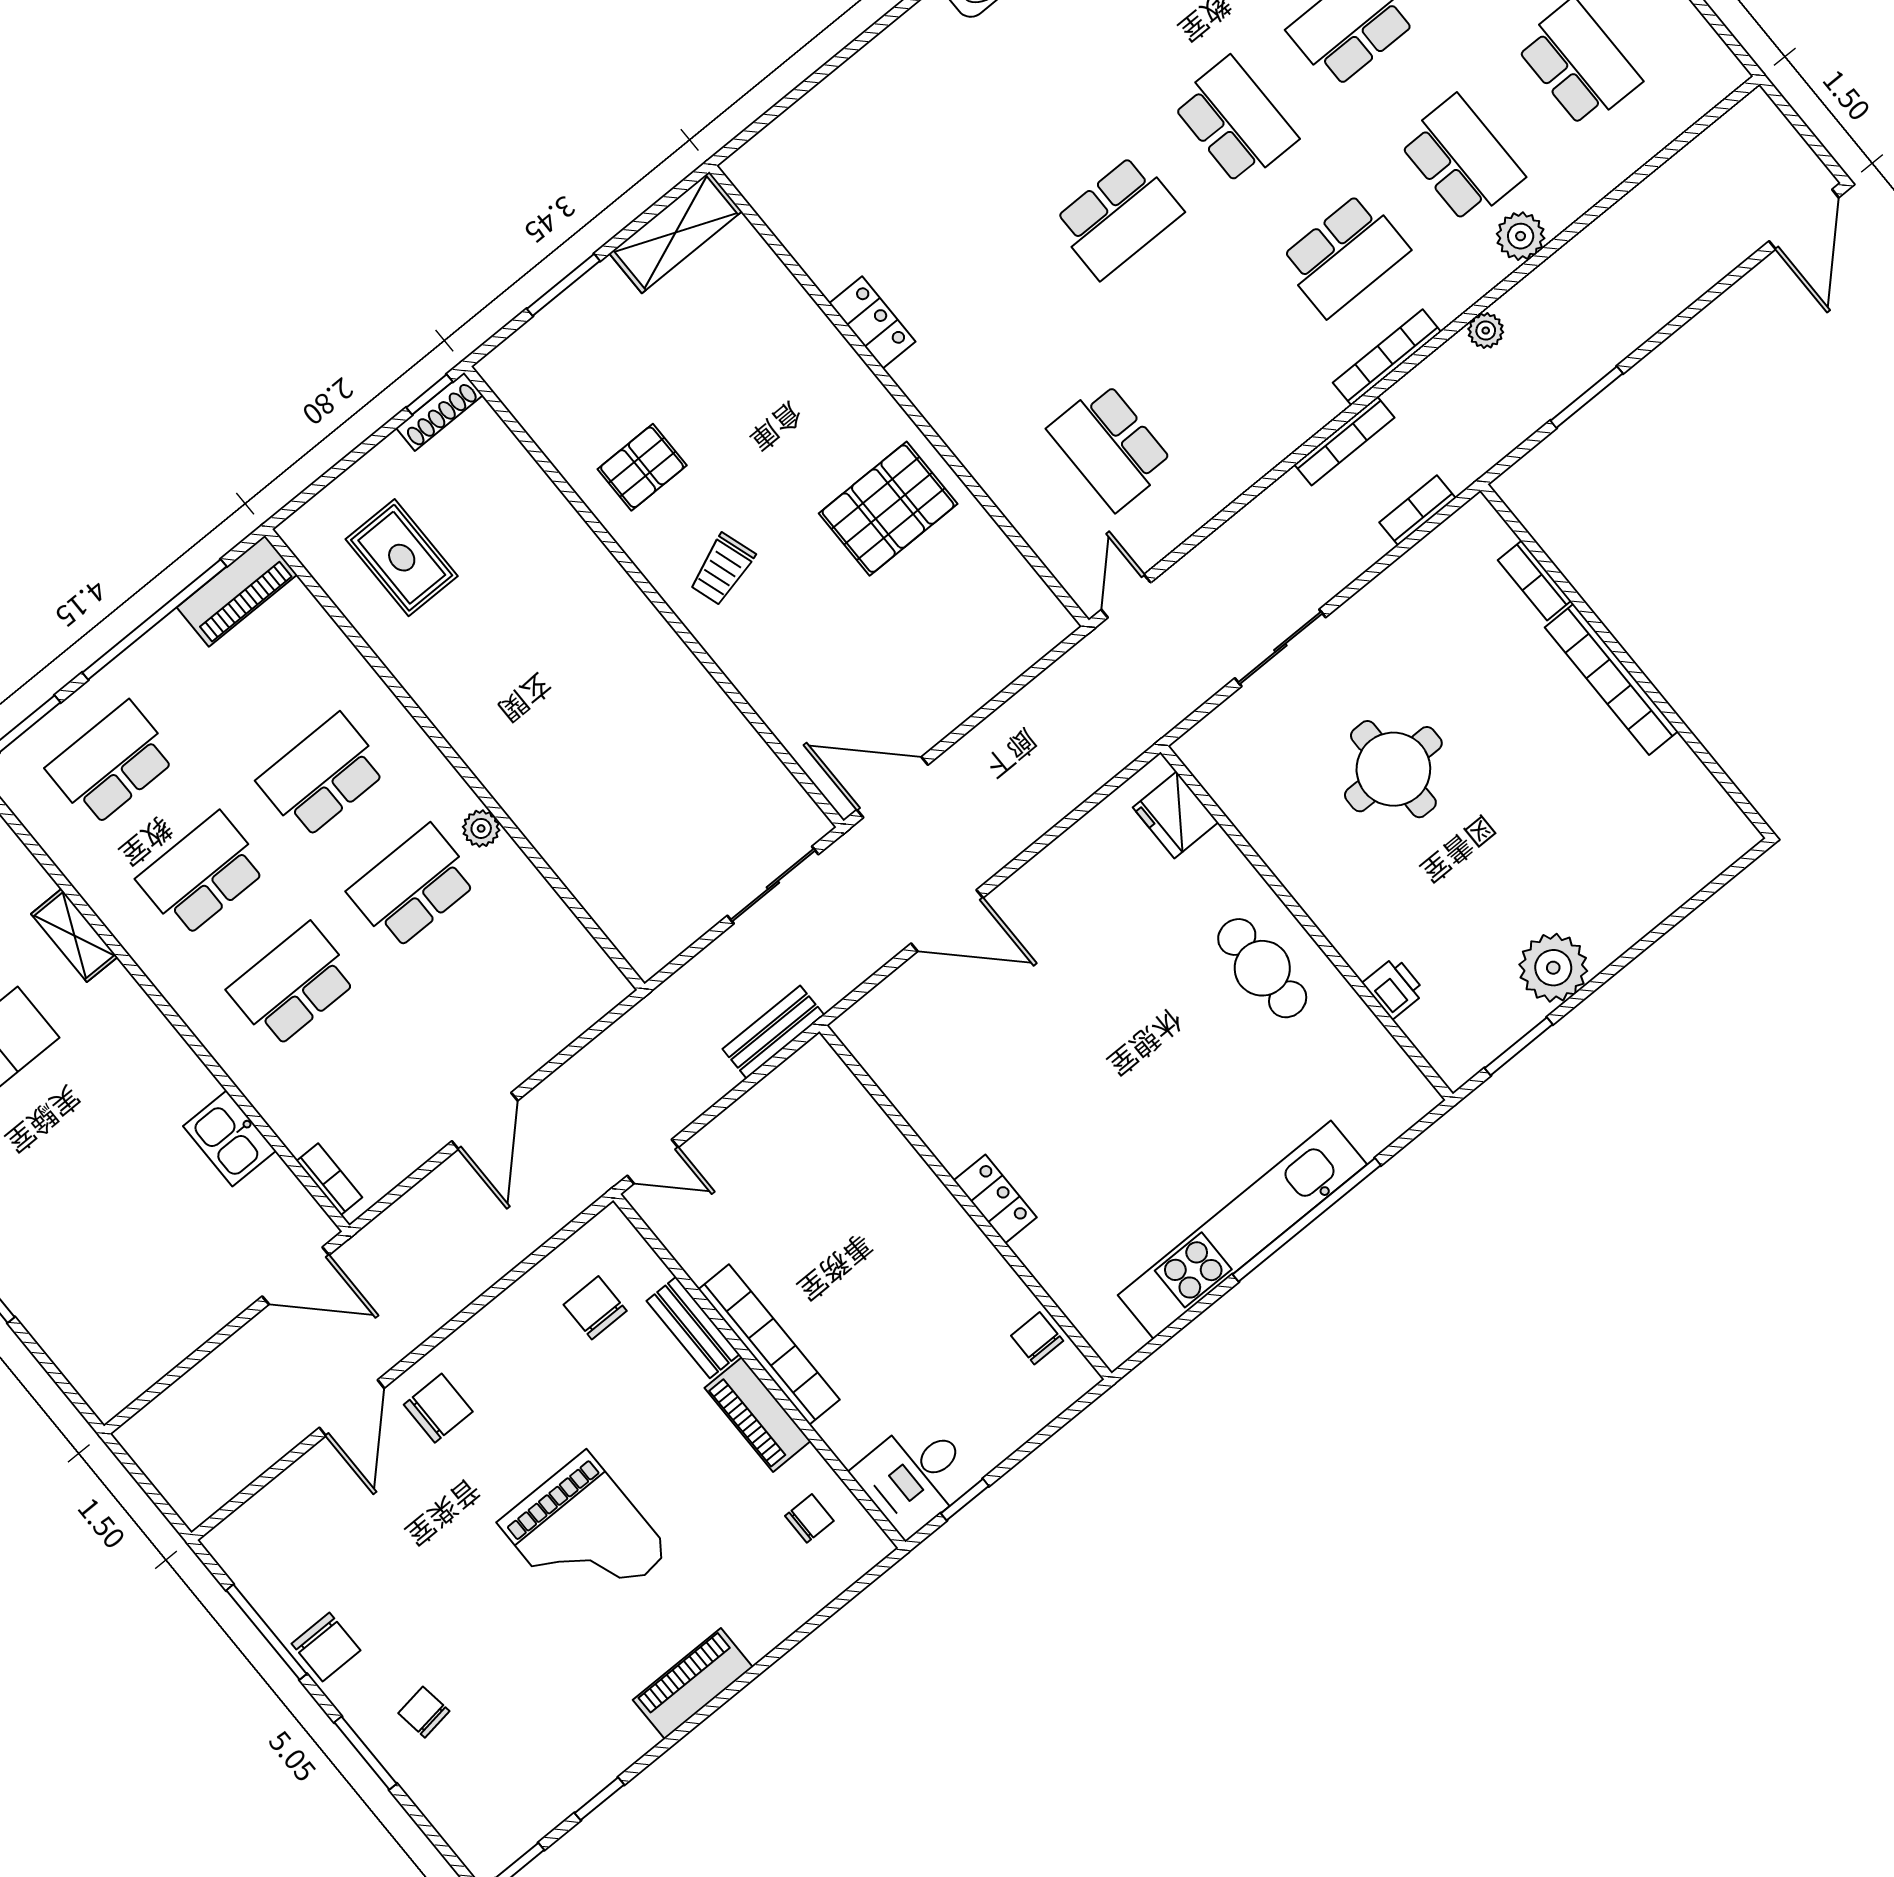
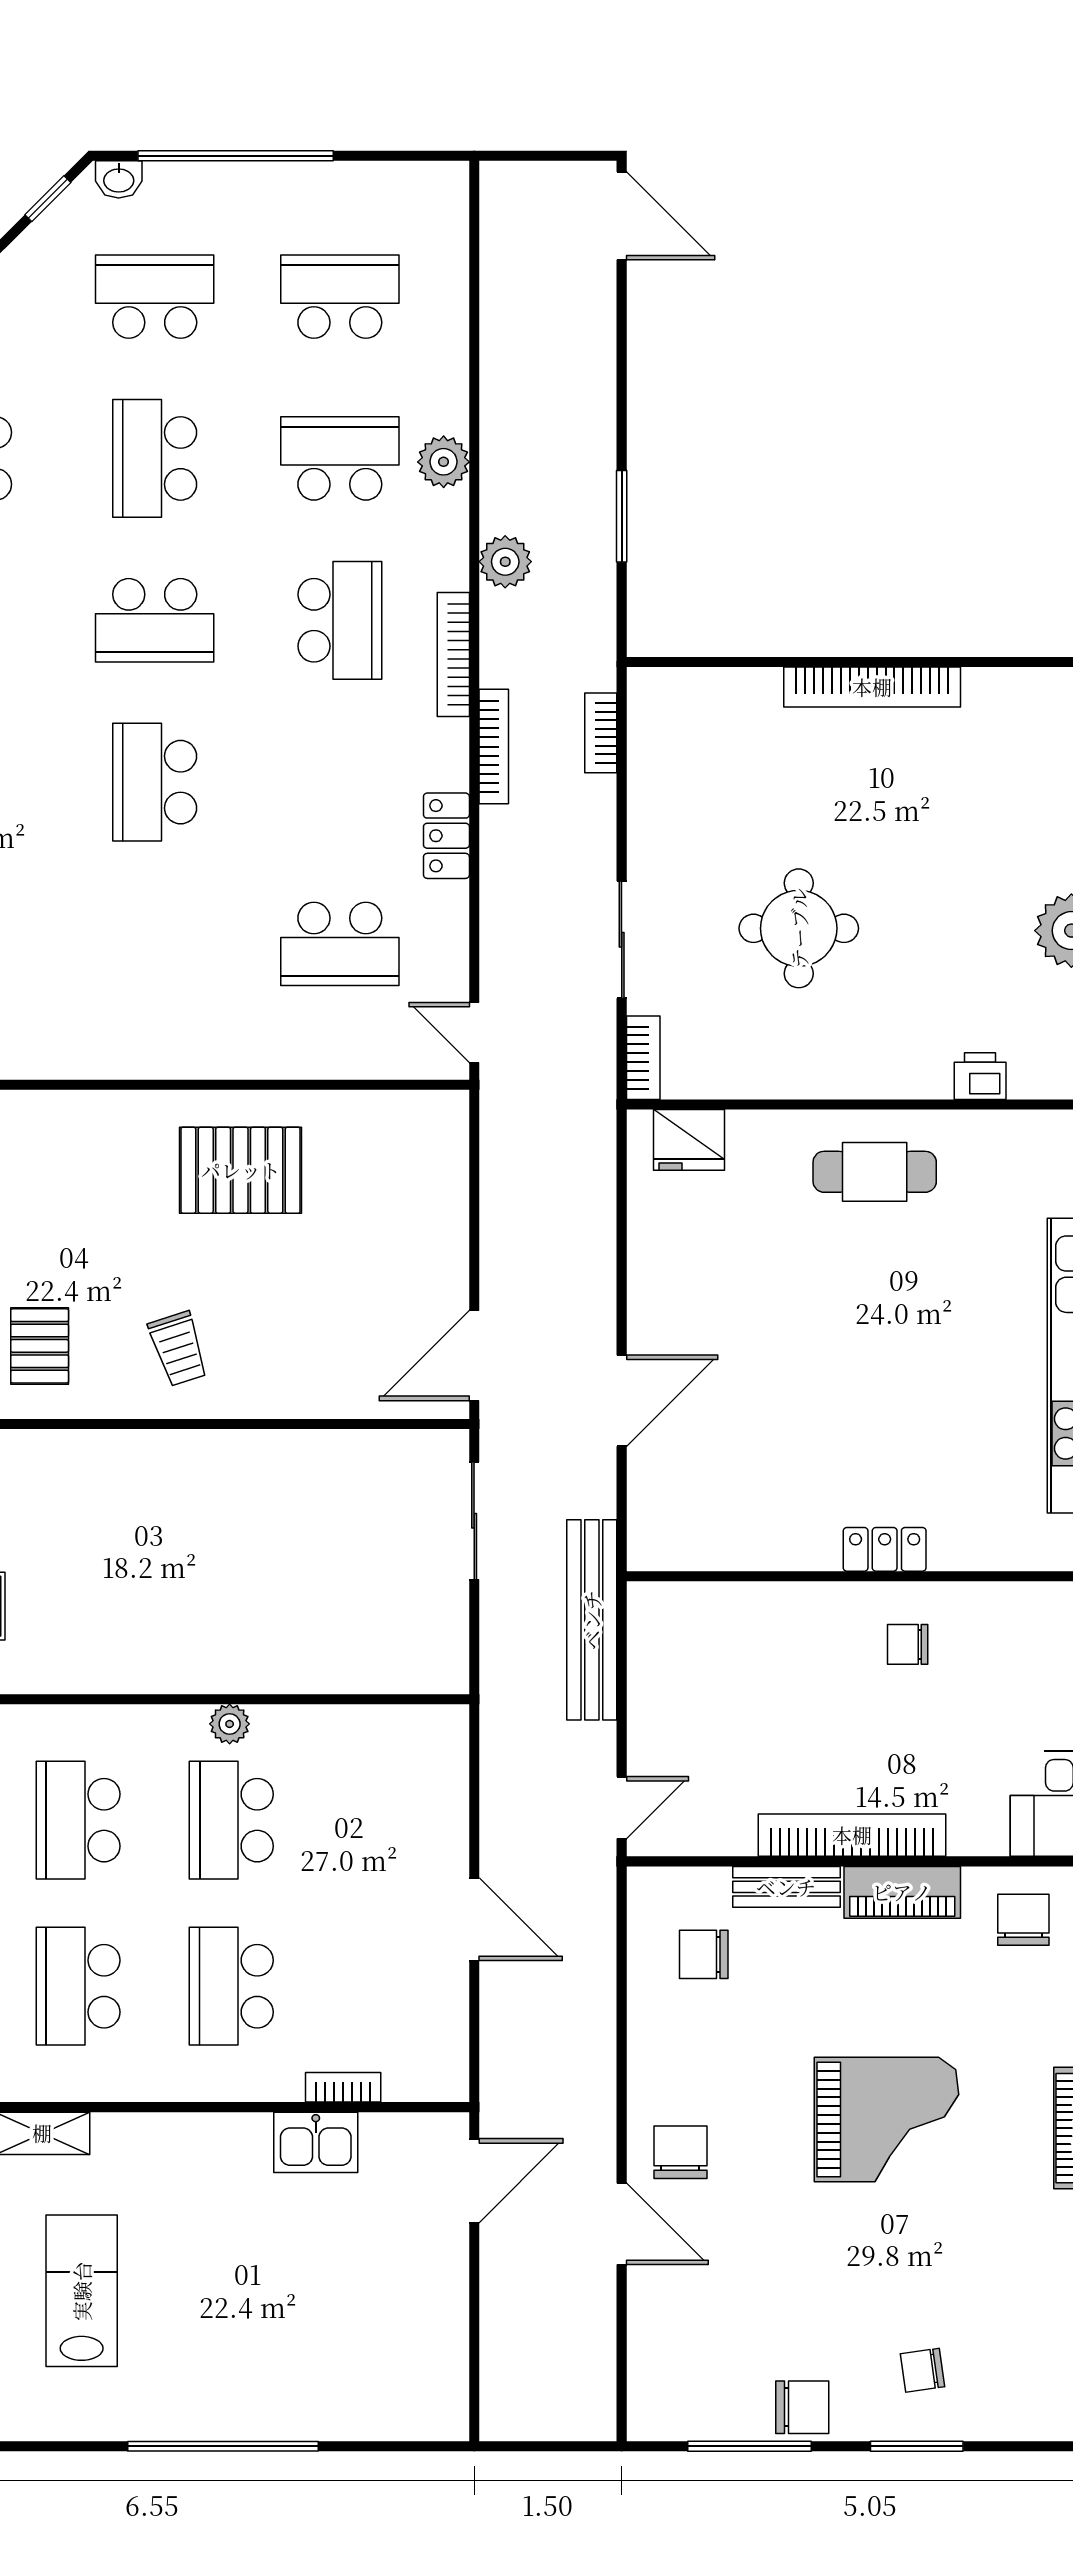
school desk: (1235, 121) -> (155, 620), turned 180
school desk: (1118, 217) -> (155, 782), turned 180
locker: (872, 322) -> (446, 836), moved, turned -90
plant: (1486, 331) -> (505, 562), width x1.38, depth x1.38
pallet: (888, 509) -> (241, 1170), turned 90
bookcase: (1534, 580) -> (643, 1058), moved, turned -90
bench: (773, 1032) -> (592, 1620), width x1.86, depth x1.21
bookcase: (329, 1179) -> (343, 2087), moved
chair: (1037, 1338) -> (908, 1644), moved
chair: (809, 1518) -> (1023, 1920), width x1.37, depth x1.37

